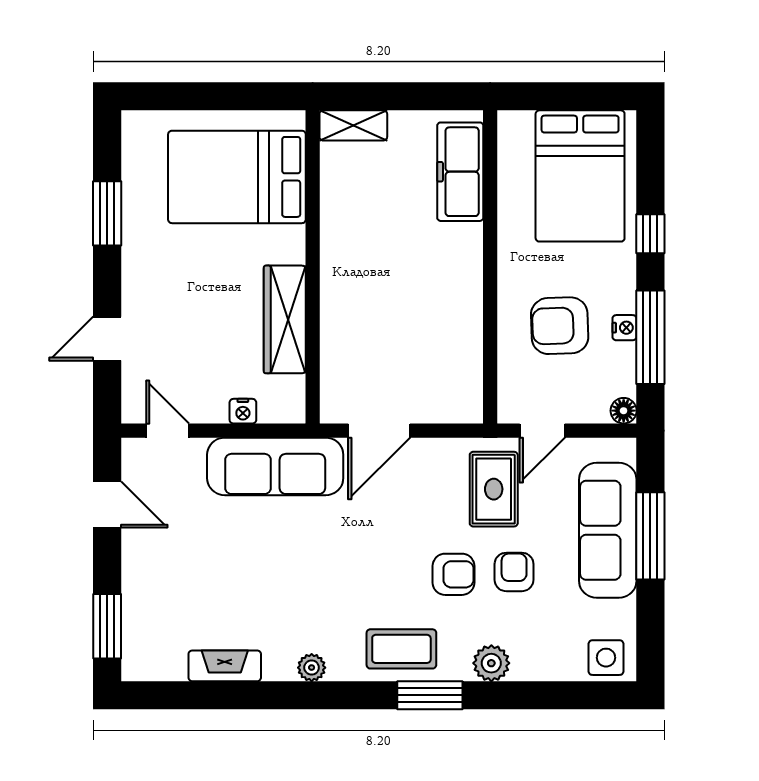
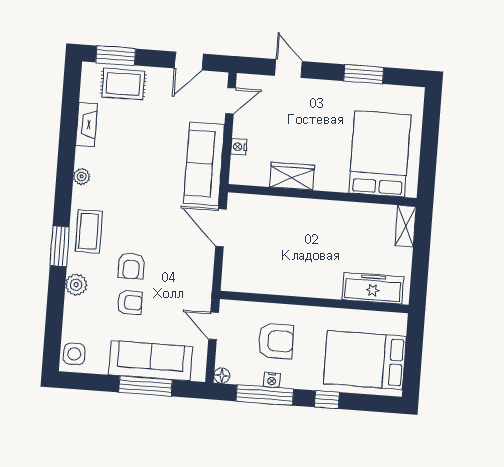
wardrobe: (285, 319) -> (292, 176), width x0.67
armchair: (560, 326) -> (276, 341), turned 92
rug: (494, 489) -> (123, 84), moved

